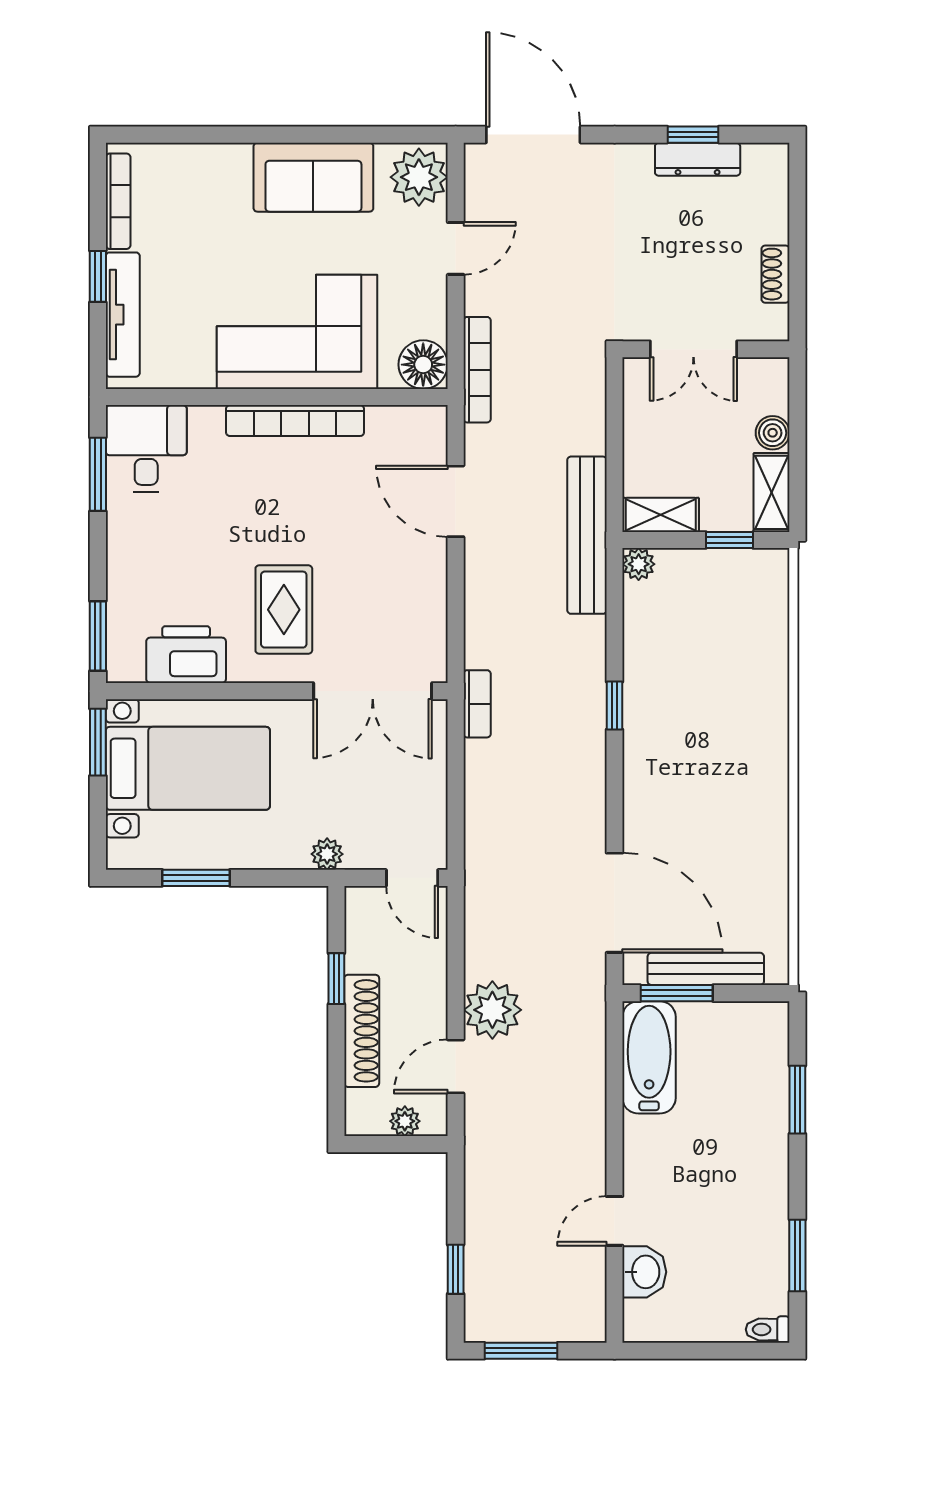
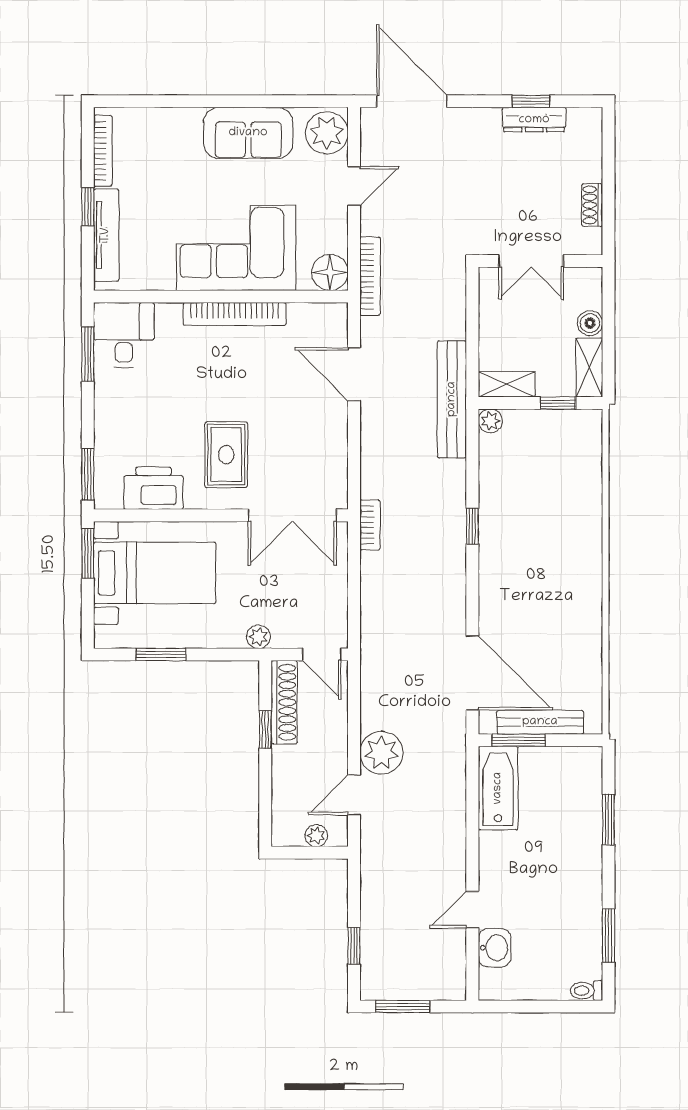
shoe rack: (362, 1031) -> (284, 702), moved

